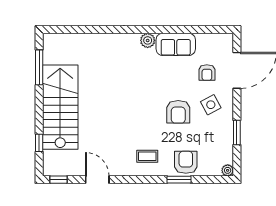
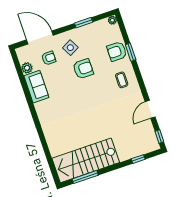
plant: (148, 40) -> (27, 68), moved
stairs: (60, 107) -> (86, 160), moved

